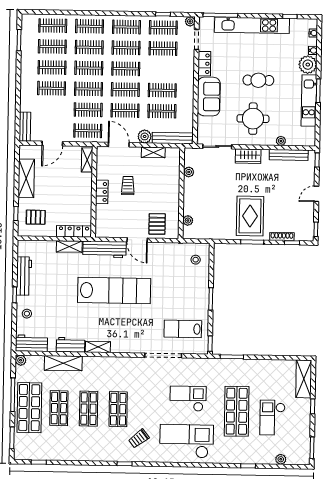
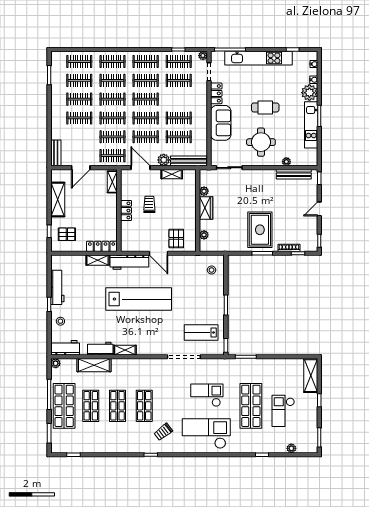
wardrobe: (248, 156) -> (206, 208), moved, turned -90

